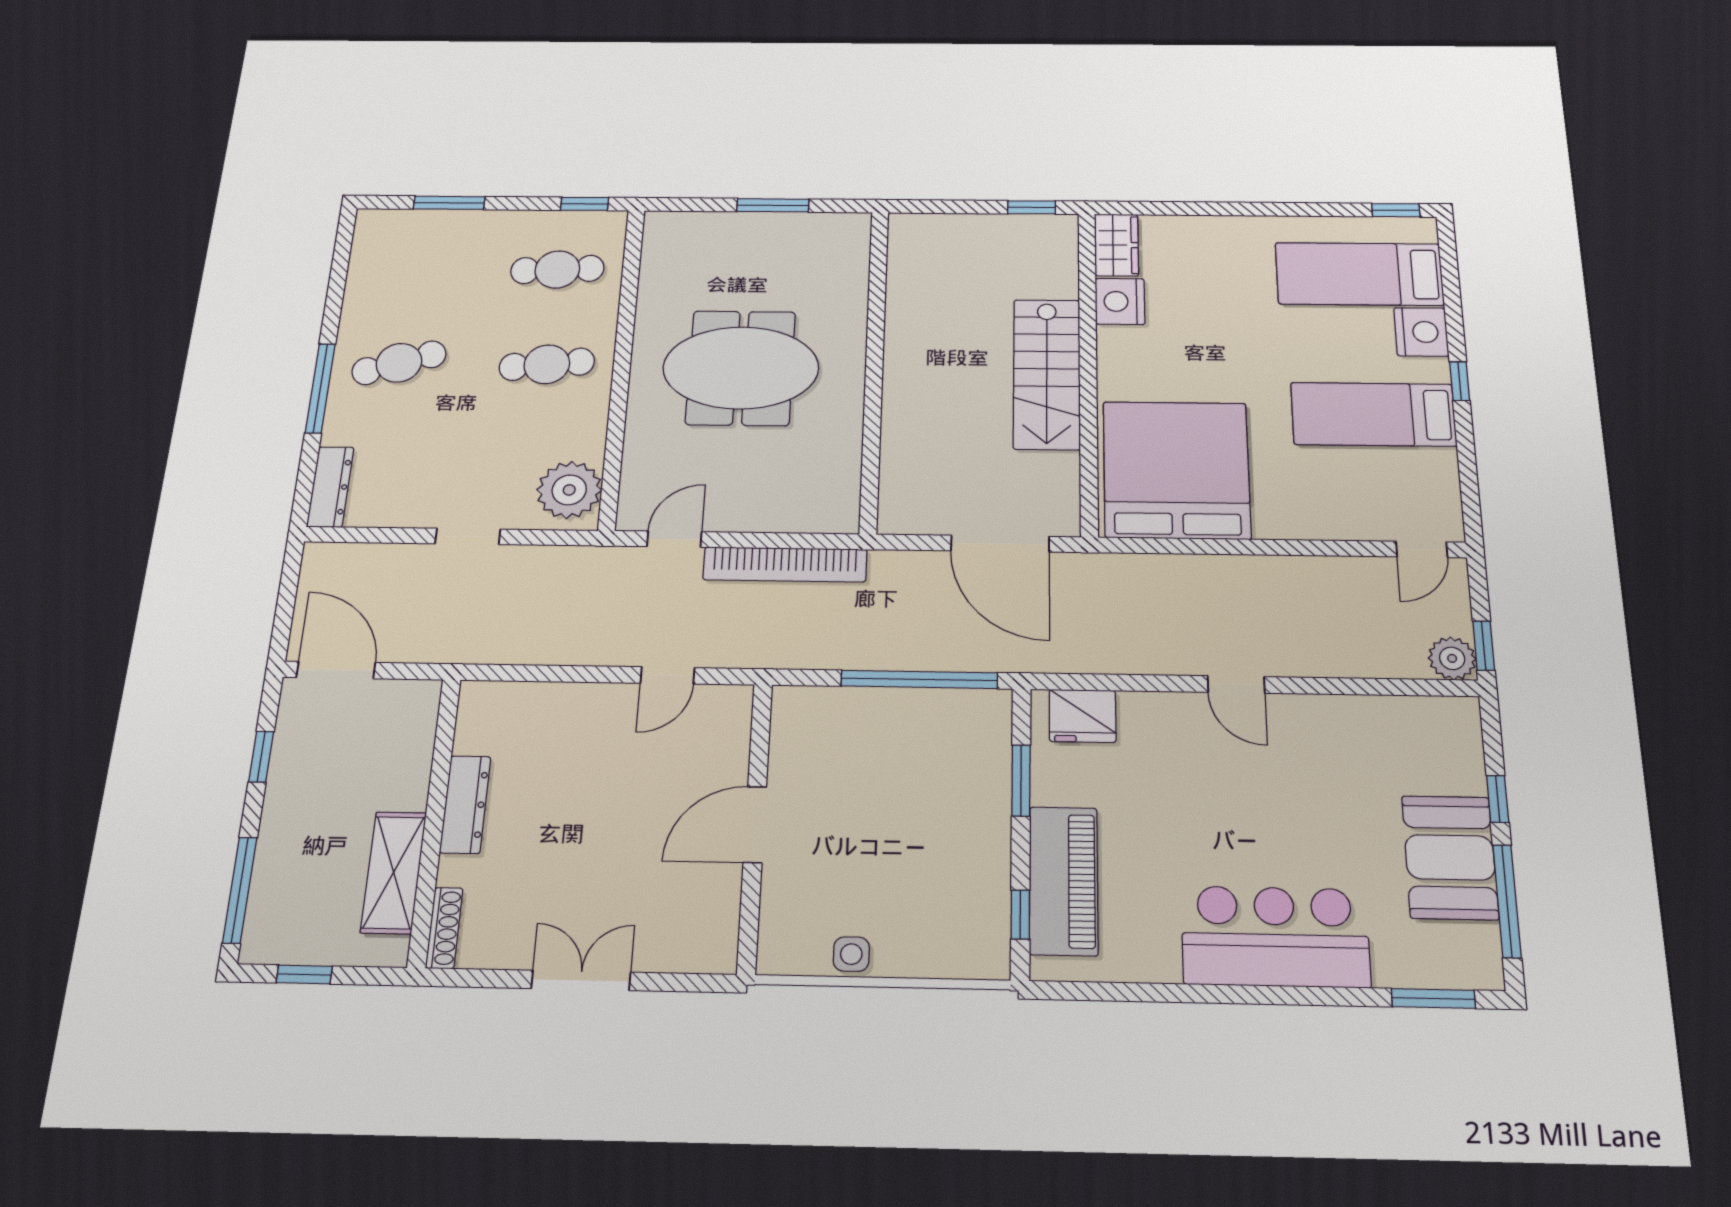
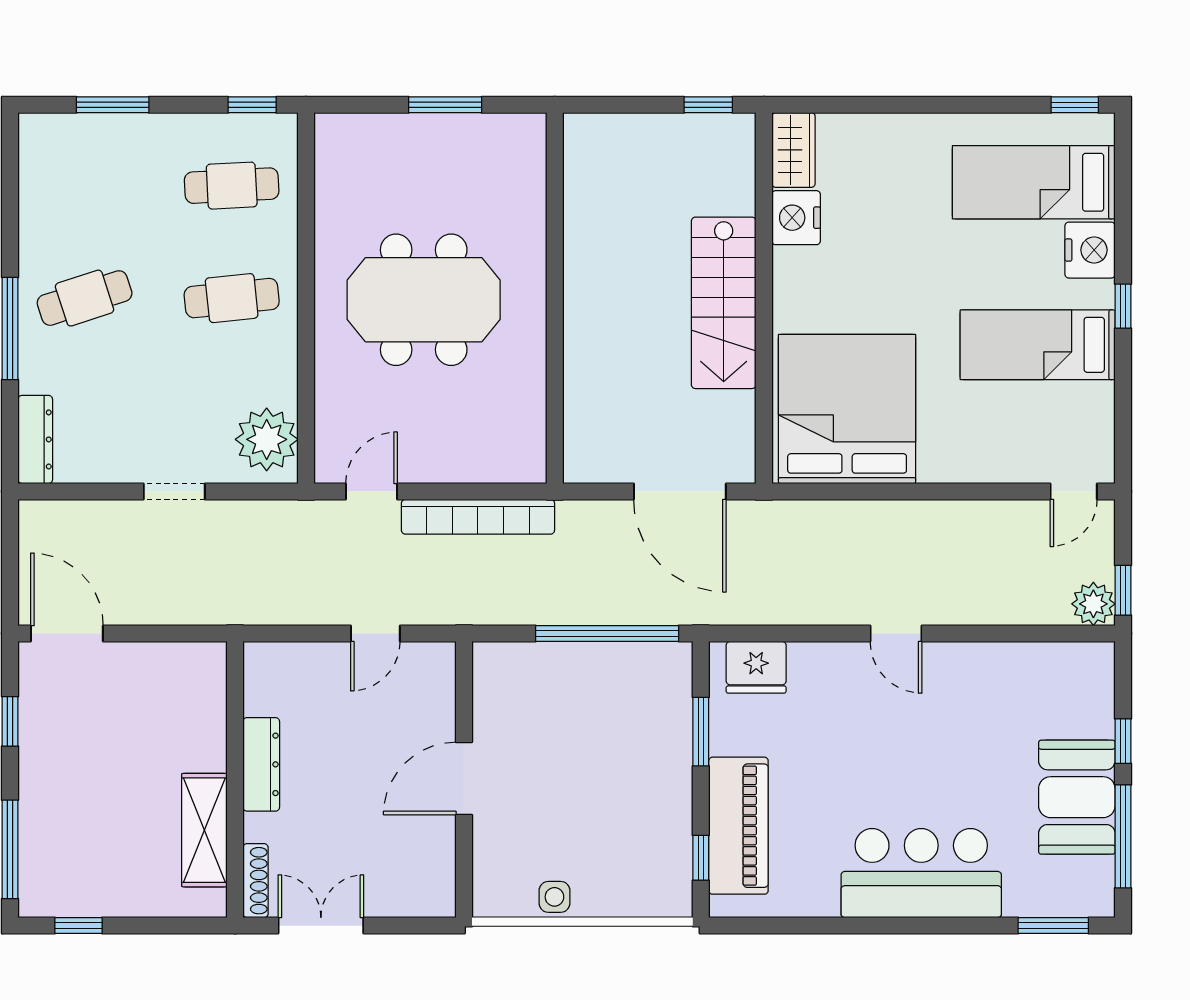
dresser: (465, 804) -> (261, 764), moved
wall: (434, 820) -> (235, 780), moved
shelving: (394, 872) -> (204, 830), moved
shoe rack: (444, 928) -> (256, 881), moved

